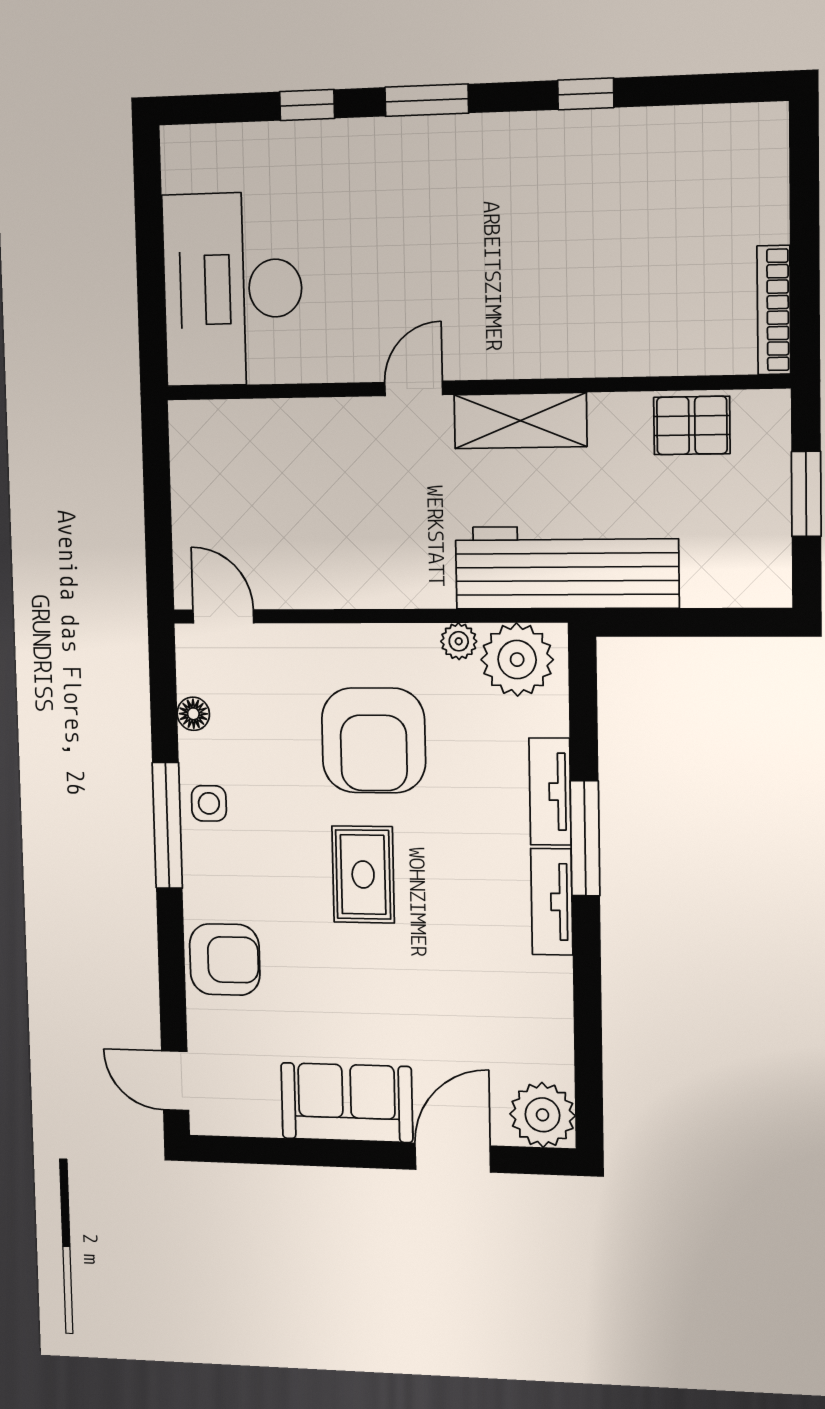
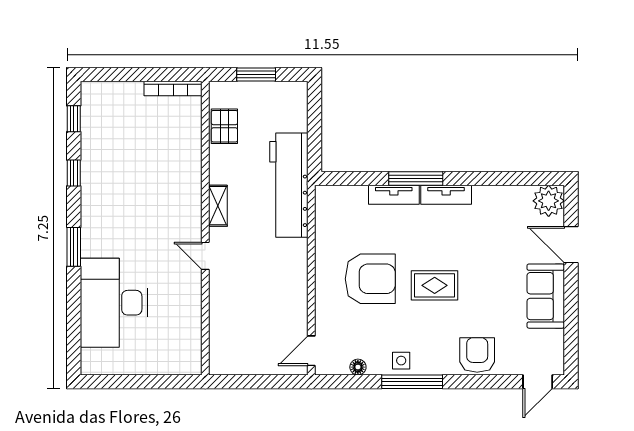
window: (307, 105) -> (74, 119), moved
desk: (233, 289) -> (114, 303), moved, turned 90
shelving: (520, 421) -> (218, 206), width x0.67, depth x0.75
plant: (459, 641) -> (323, 237), removed
plant: (517, 660) -> (332, 209), removed

